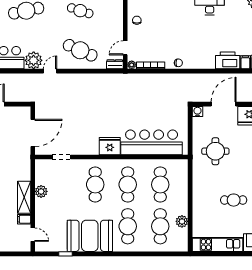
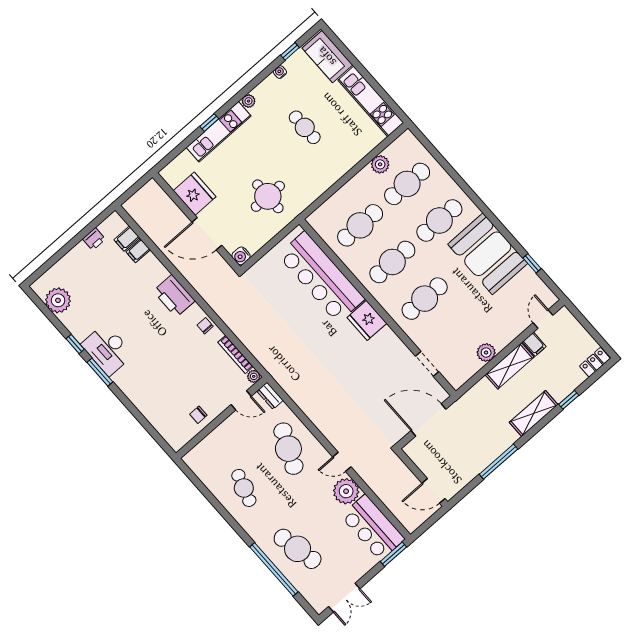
printer: (228, 60) -> (174, 296), moved

